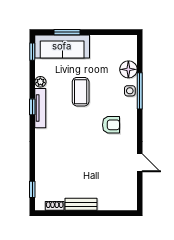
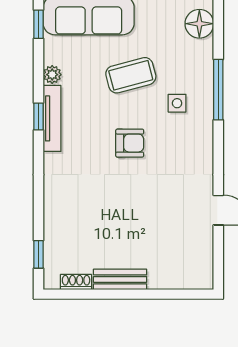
floor lamp: (128, 69) -> (199, 24), moved
side table: (130, 91) -> (177, 103), moved
coffee table: (81, 92) -> (131, 75), moved, turned 75
armchair: (111, 125) -> (130, 143), moved

